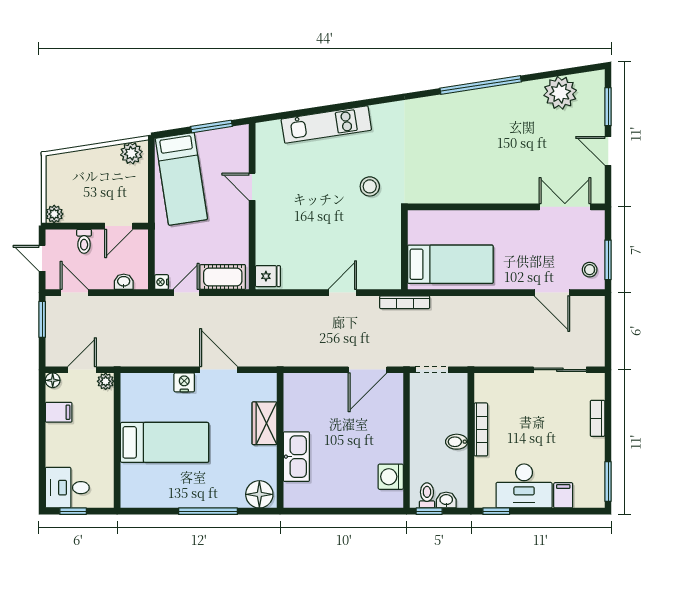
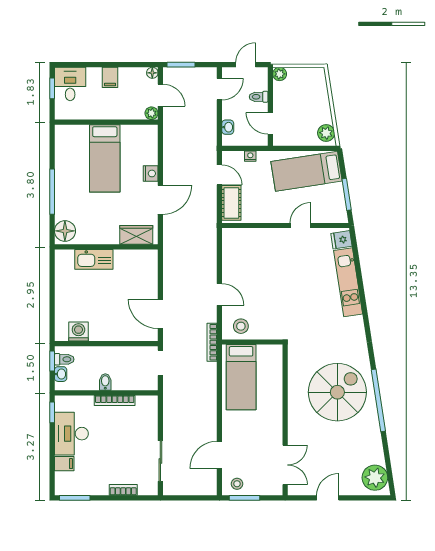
plant: (560, 93) -> (375, 478), moved
window: (608, 107) -> (362, 498), removed
spiral stairs: (470, 139) -> (337, 392), added
stool: (370, 186) -> (241, 326), moved
fridge: (268, 276) -> (341, 240), moved, turned 81
nightstand: (162, 282) -> (250, 156), moved
window: (42, 319) -> (181, 65), moved
filing cabinet: (59, 412) -> (110, 77), moved
wardrobe: (264, 423) -> (136, 235), moved

